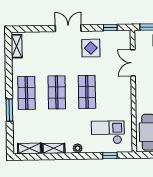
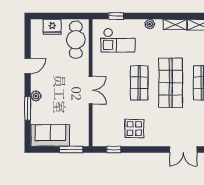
double door: (68, 28) -> (183, 149), moved
double door: (133, 63) -> (91, 90), moved
shop shelf: (57, 92) -> (171, 83), width x1.43, depth x1.36

